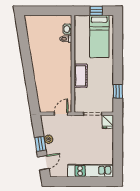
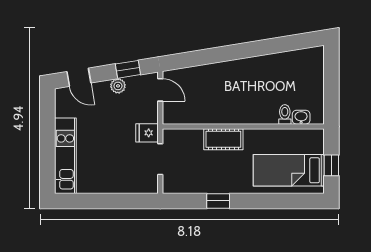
window: (118, 91) -> (218, 201), moved
door: (61, 114) -> (160, 90), moved
fridge: (108, 122) -> (147, 133), moved
window: (40, 144) -> (128, 69), moved

